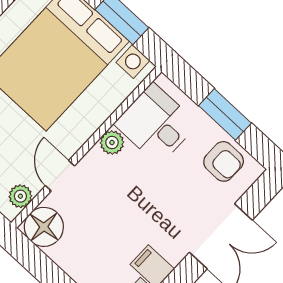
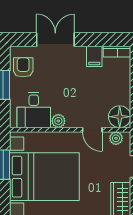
door: (60, 176) -> (92, 130), hinge flipped

